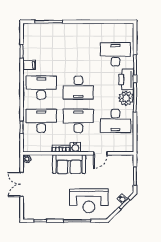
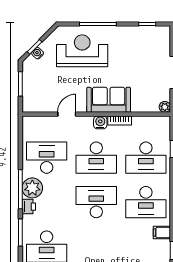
printer: (126, 79) -> (29, 207), width x0.53, depth x0.68

